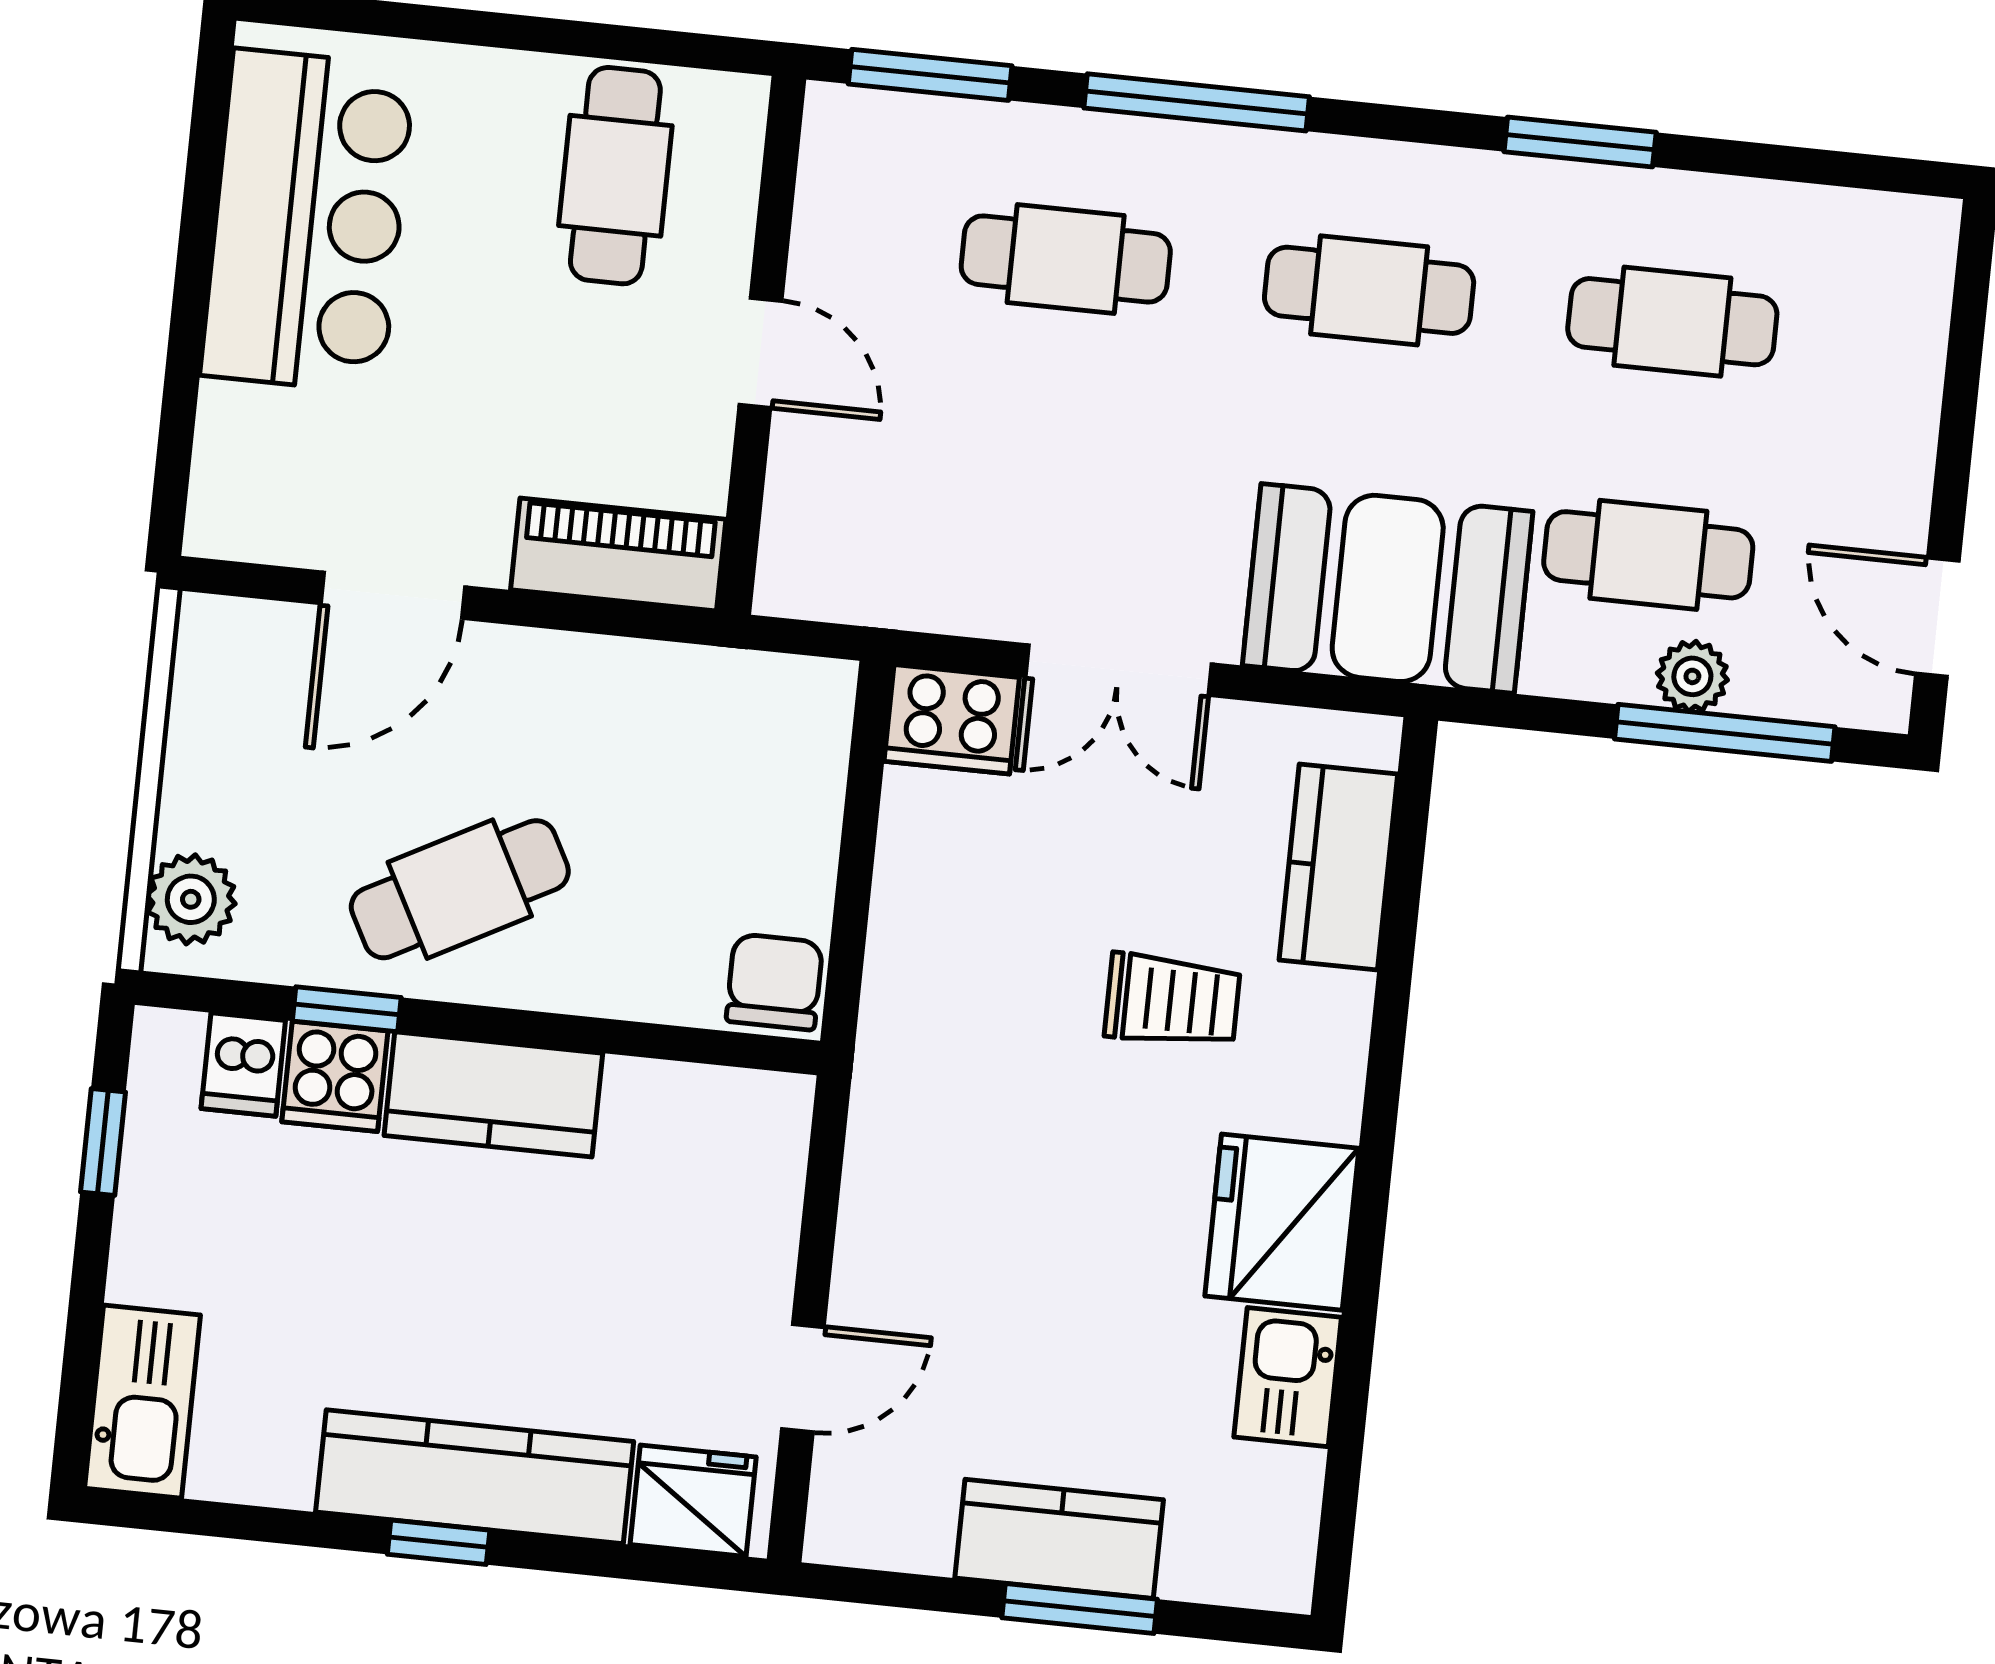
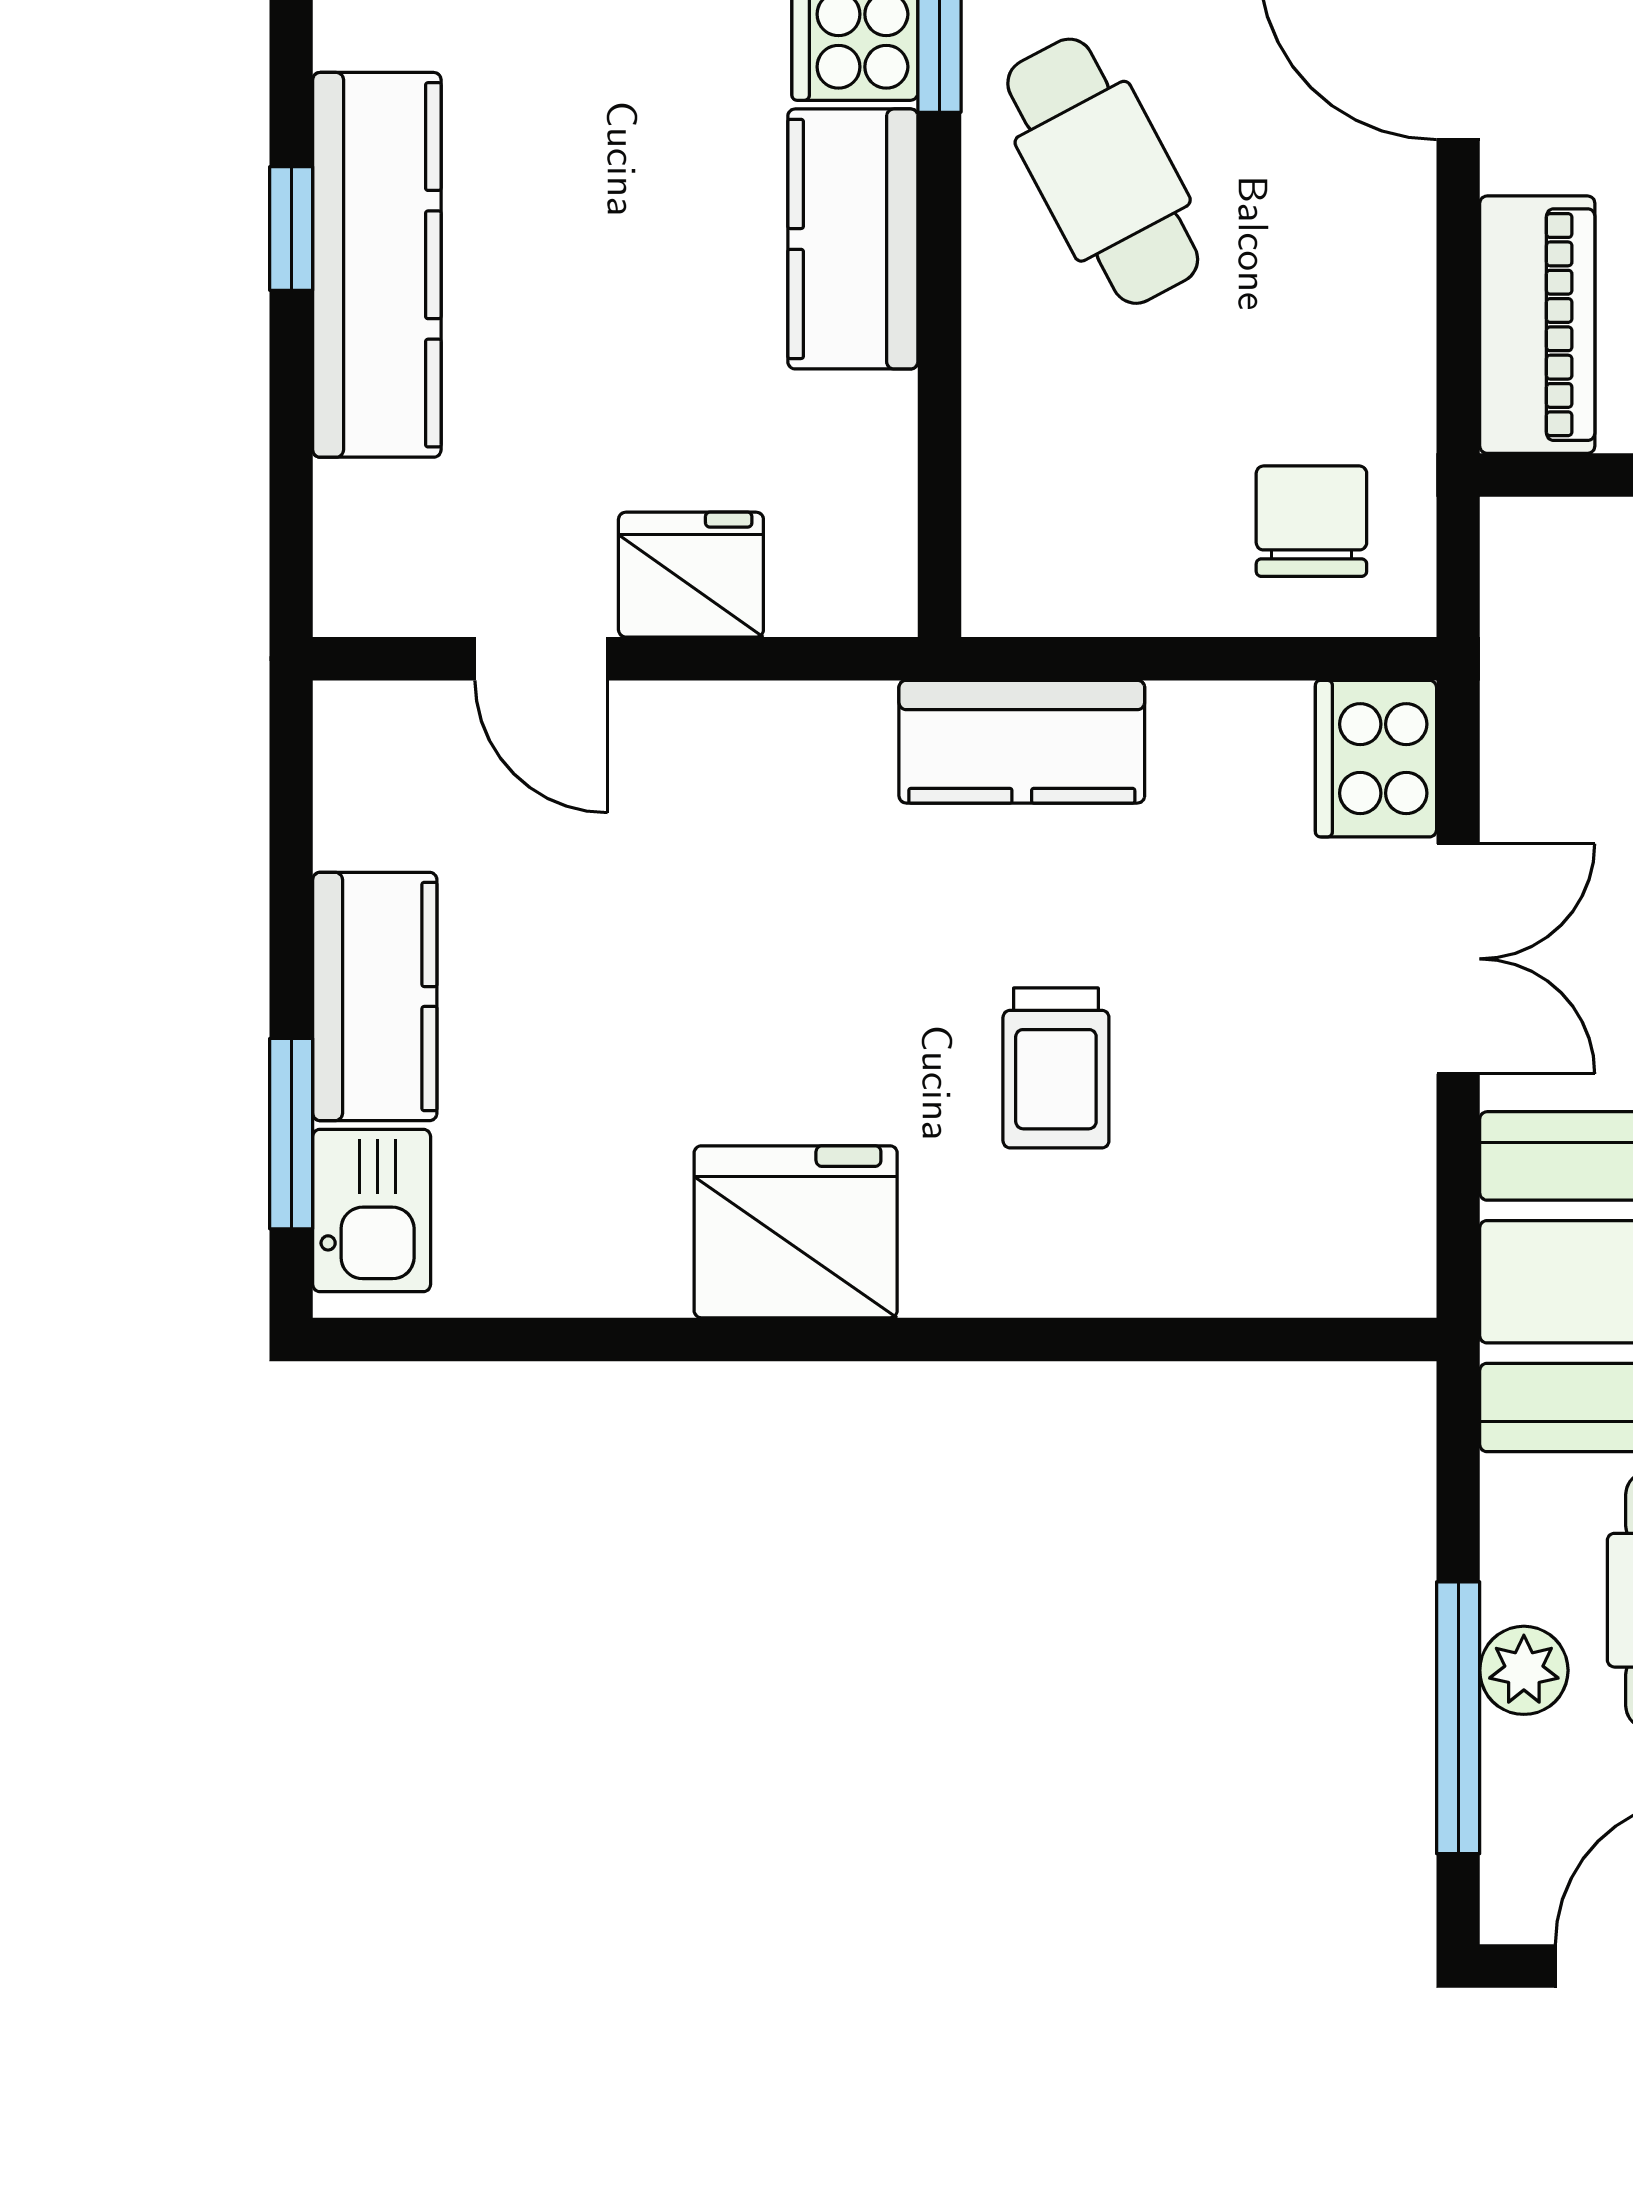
double door: (1119, 670) -> (1458, 959), swing flipped
kitchen counter: (1338, 867) -> (1022, 742), moved, turned 180
chair: (775, 982) -> (1311, 521), moved, turned -90
kitchen sink: (1288, 1377) -> (372, 1210), moved, turned 90
fridge: (693, 1501) -> (691, 575), moved, turned -90
window: (1080, 1609) -> (291, 1134), moved

